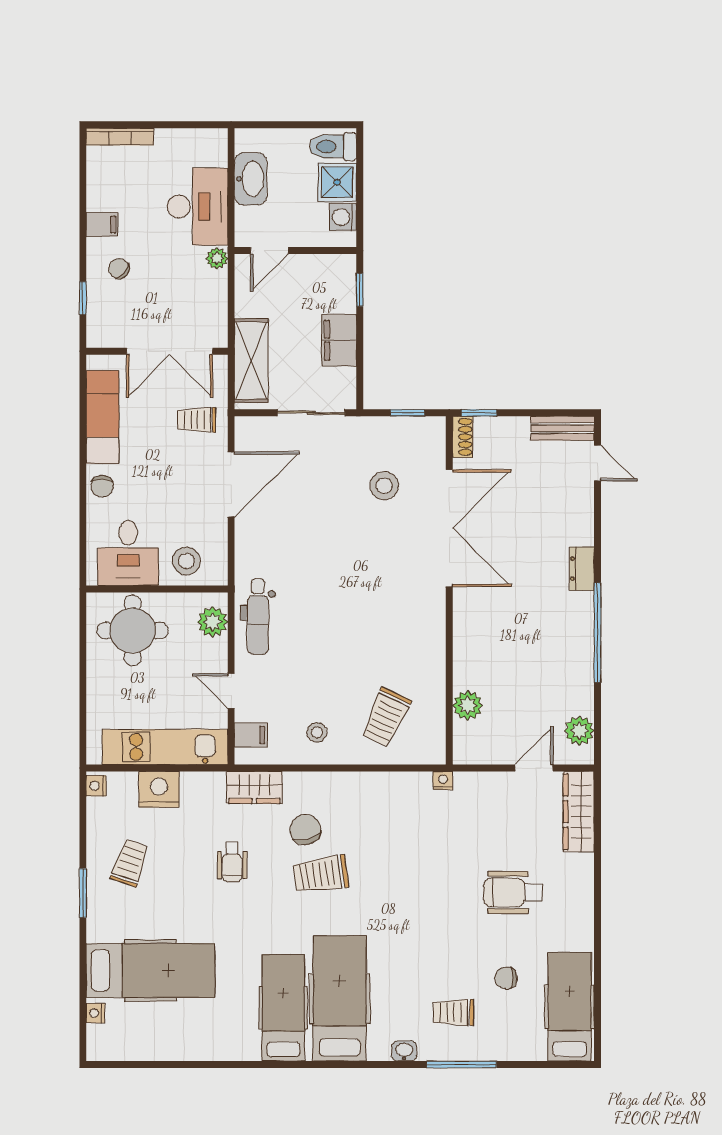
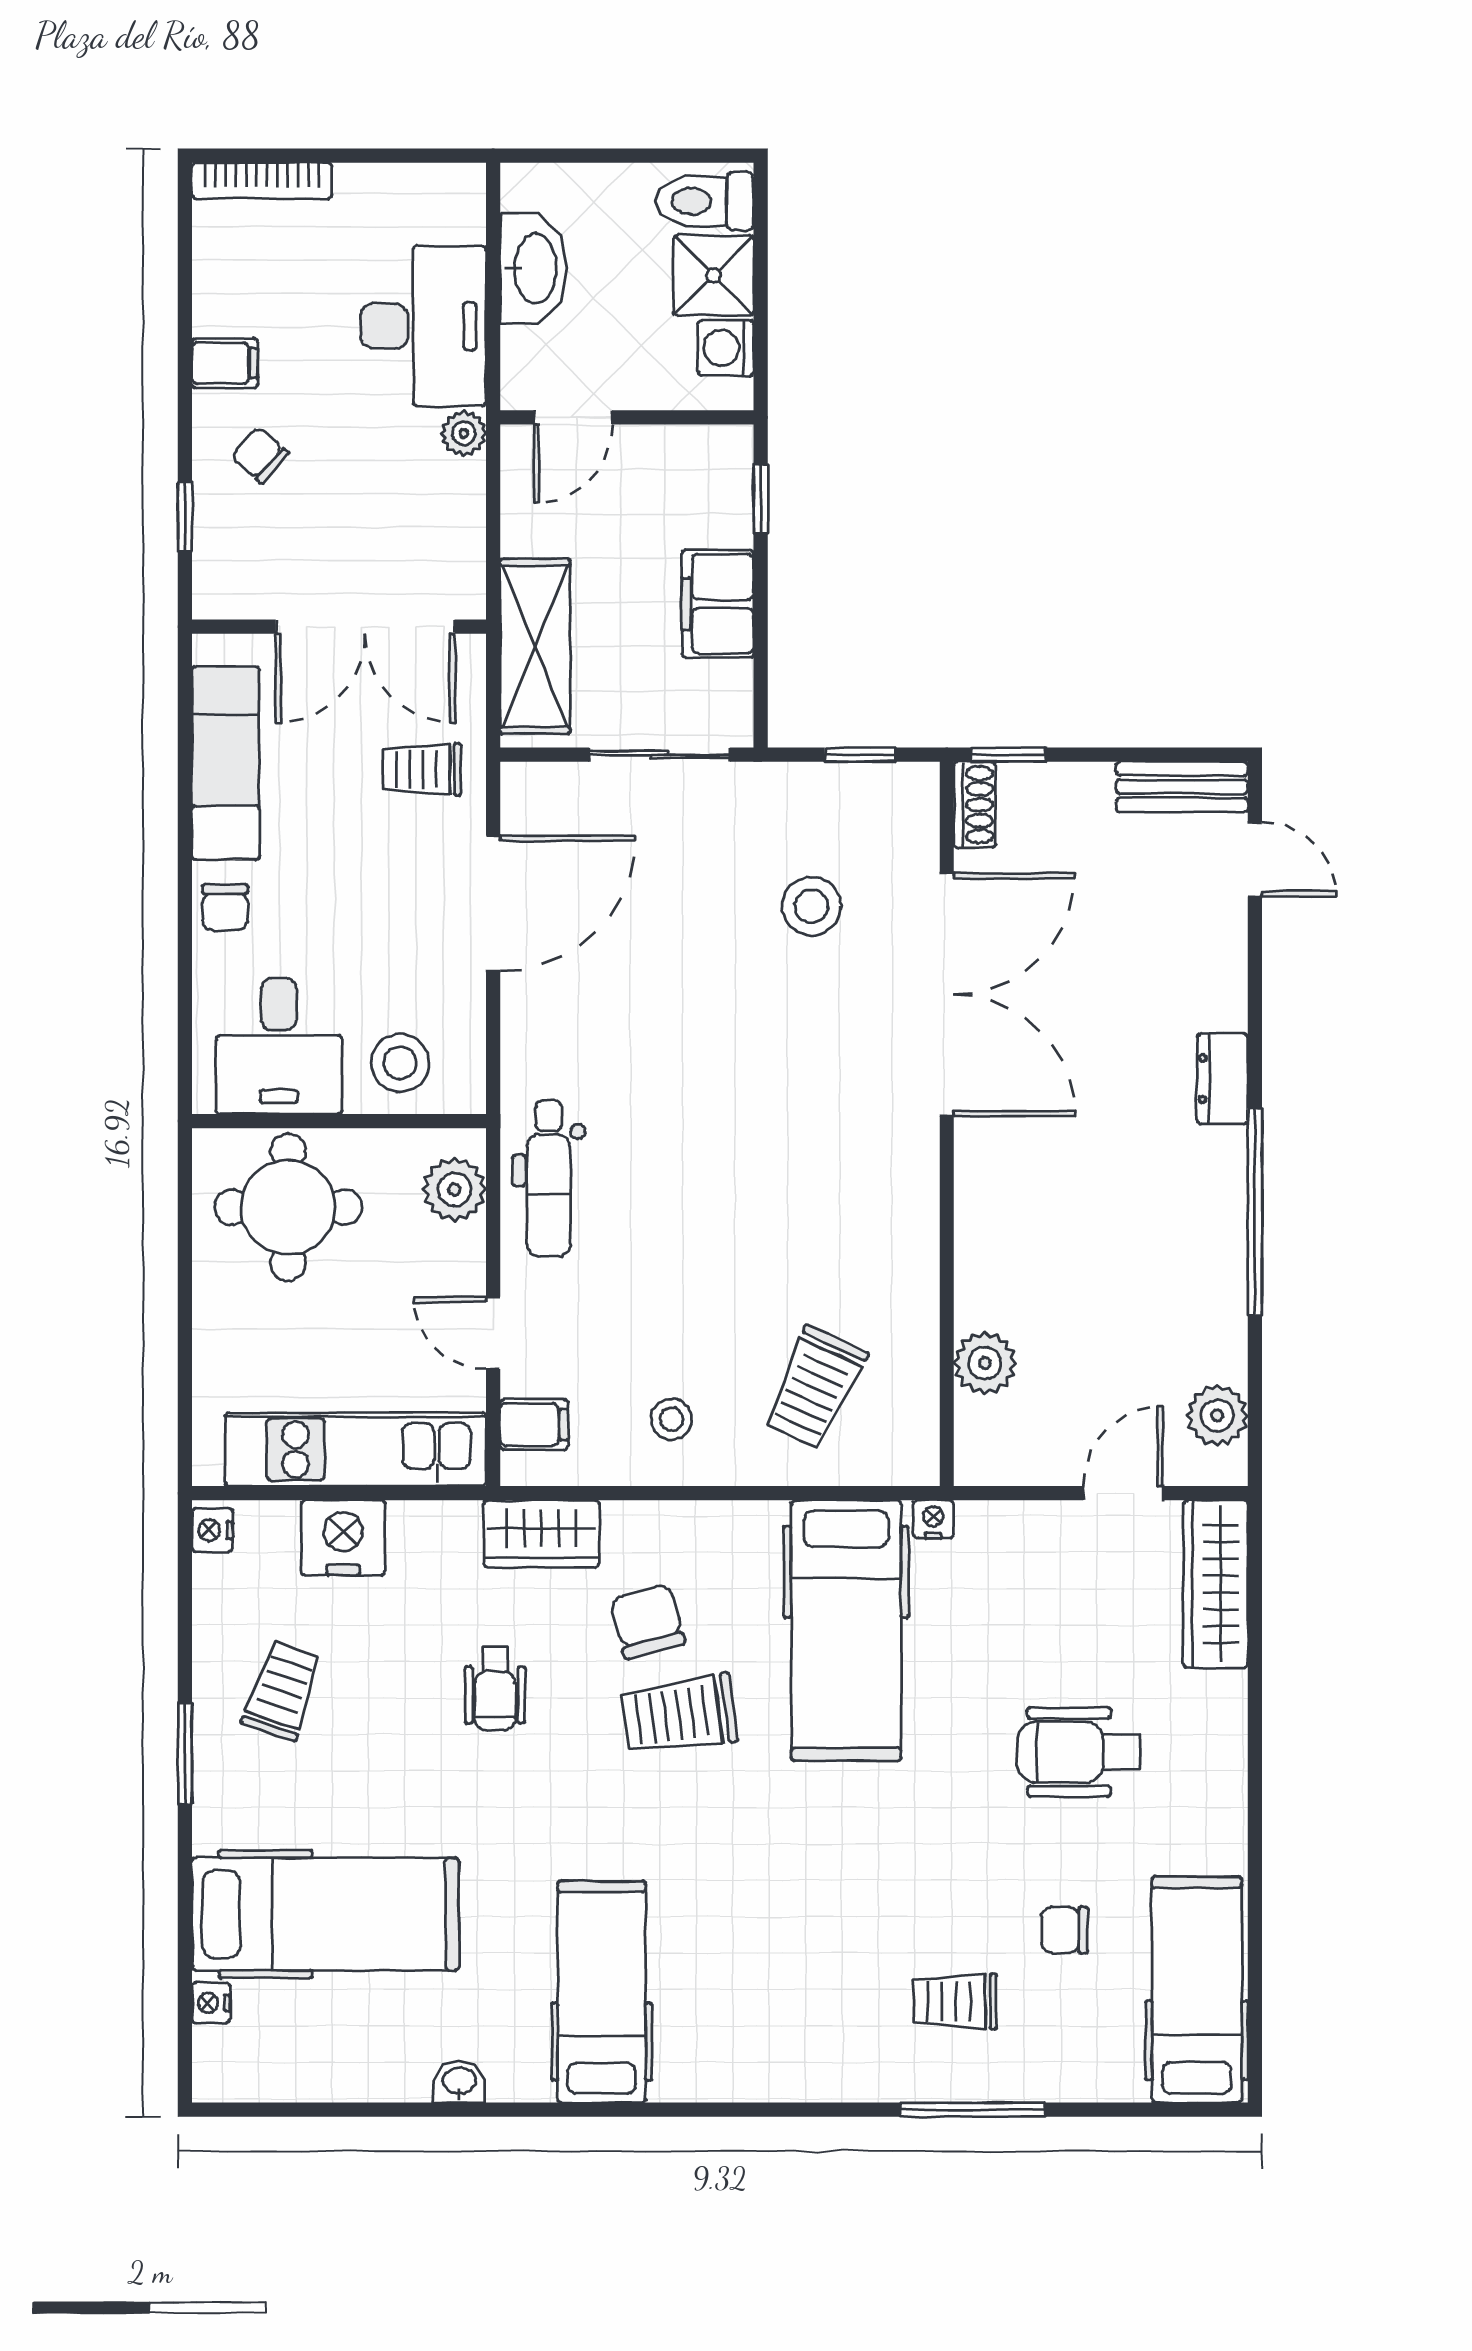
hospital bed: (340, 998) -> (846, 1630), moved, turned 180
washbasin: (404, 1051) -> (459, 2082), moved

